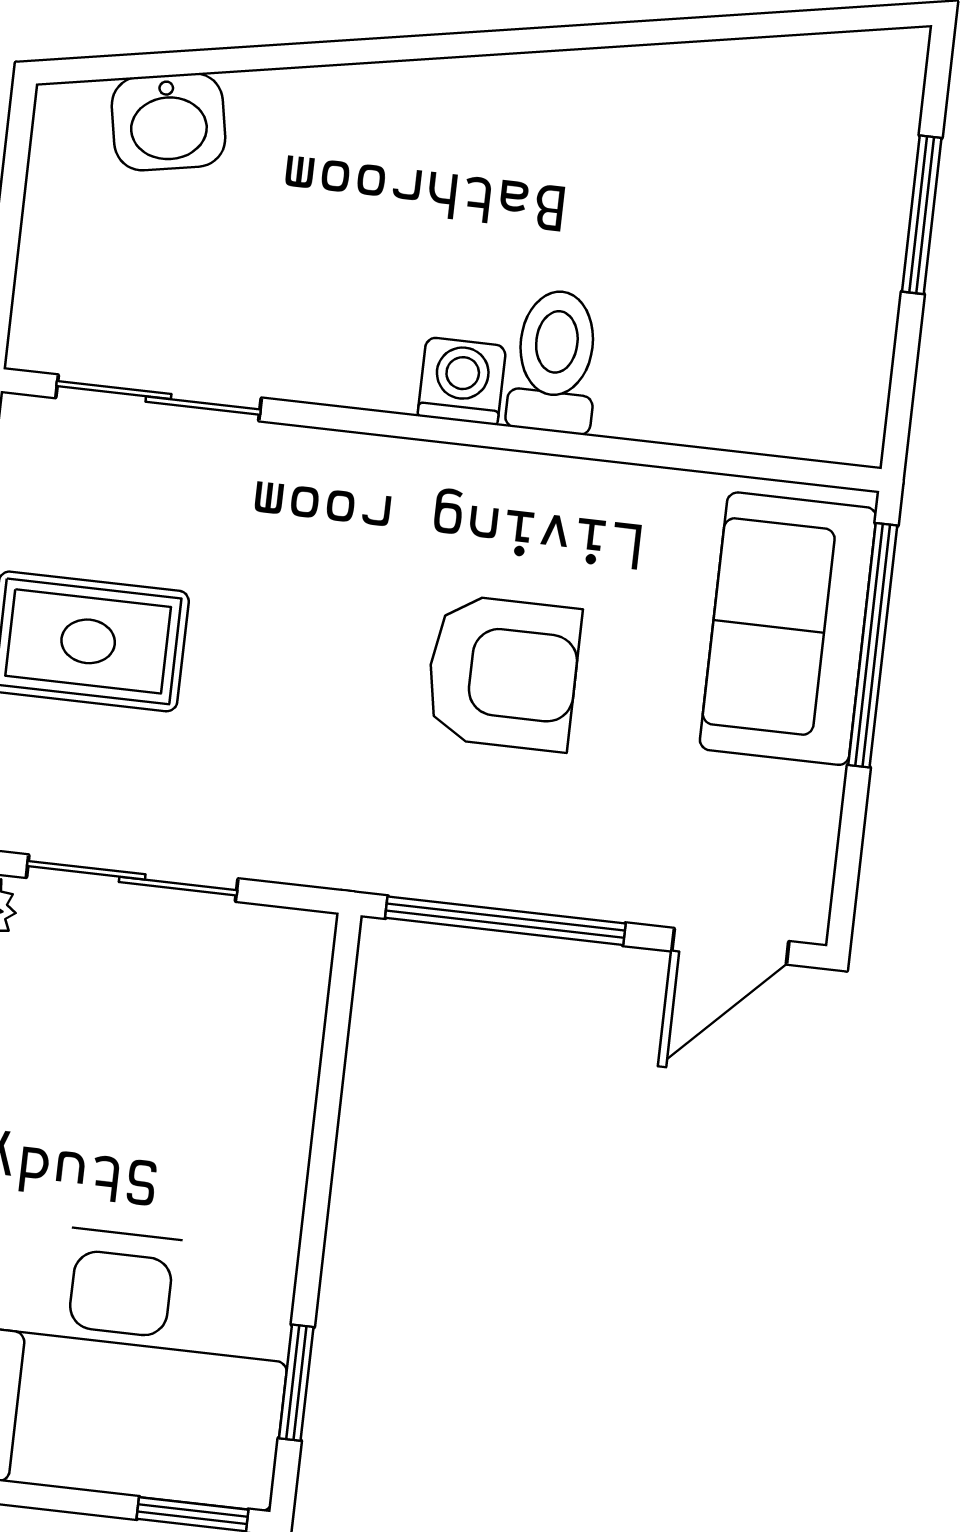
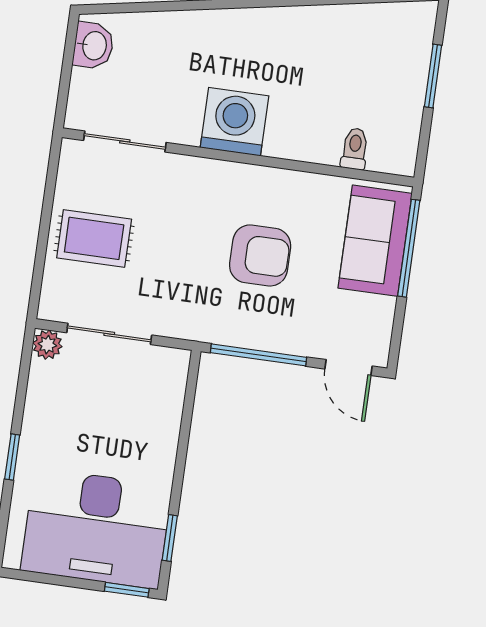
washbasin: (168, 122) -> (93, 46), moved, turned -80
toilet: (555, 361) -> (355, 149), moved, width x0.73, depth x0.72
washing machine: (462, 381) -> (235, 122), width x1.89, depth x1.89
door: (730, 946) -> (349, 368), hinge flipped

